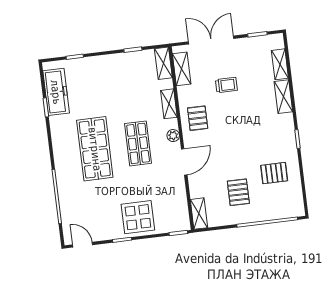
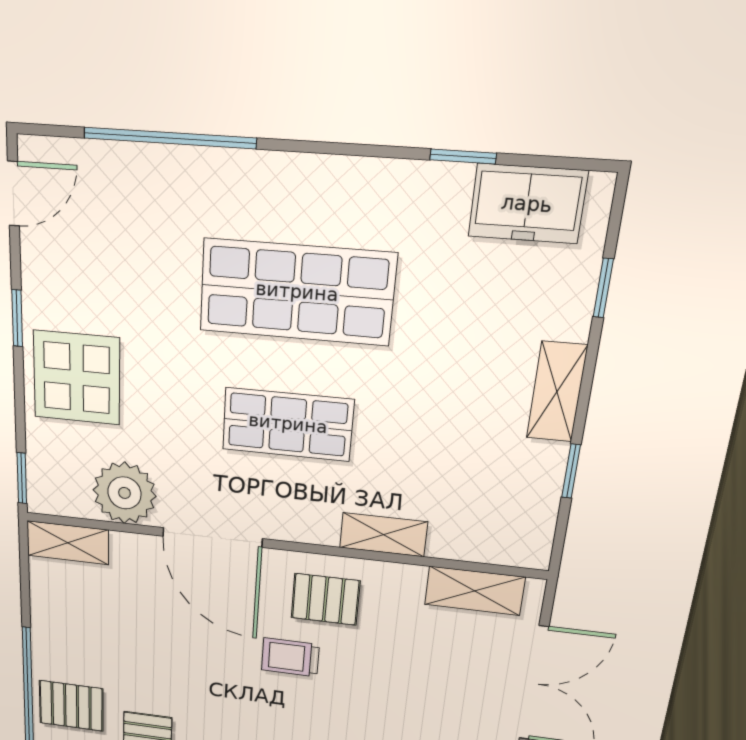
shelving: (163, 63) -> (557, 392), moved, turned 90
trolley: (226, 85) -> (290, 657), moved, turned 90
freezer: (56, 92) -> (527, 204), width x0.71
plant: (173, 136) -> (124, 493), moved, width x1.88, depth x1.88
door: (184, 162) -> (212, 537), width x1.36
pallet: (238, 192) -> (71, 706), moved

